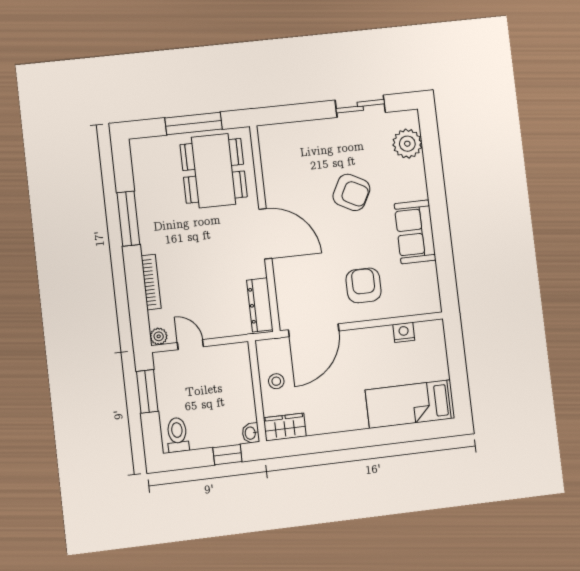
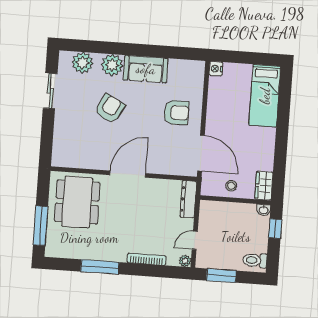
window: (194, 124) -> (41, 226), moved
dining table: (214, 171) -> (77, 202), turned 90
plant: (412, 185) -> (112, 65), added
armchair: (364, 285) -> (176, 112), turned 180
dresser: (260, 305) -> (188, 199), moved, turned 90
nightstand: (404, 332) -> (216, 69), moved

